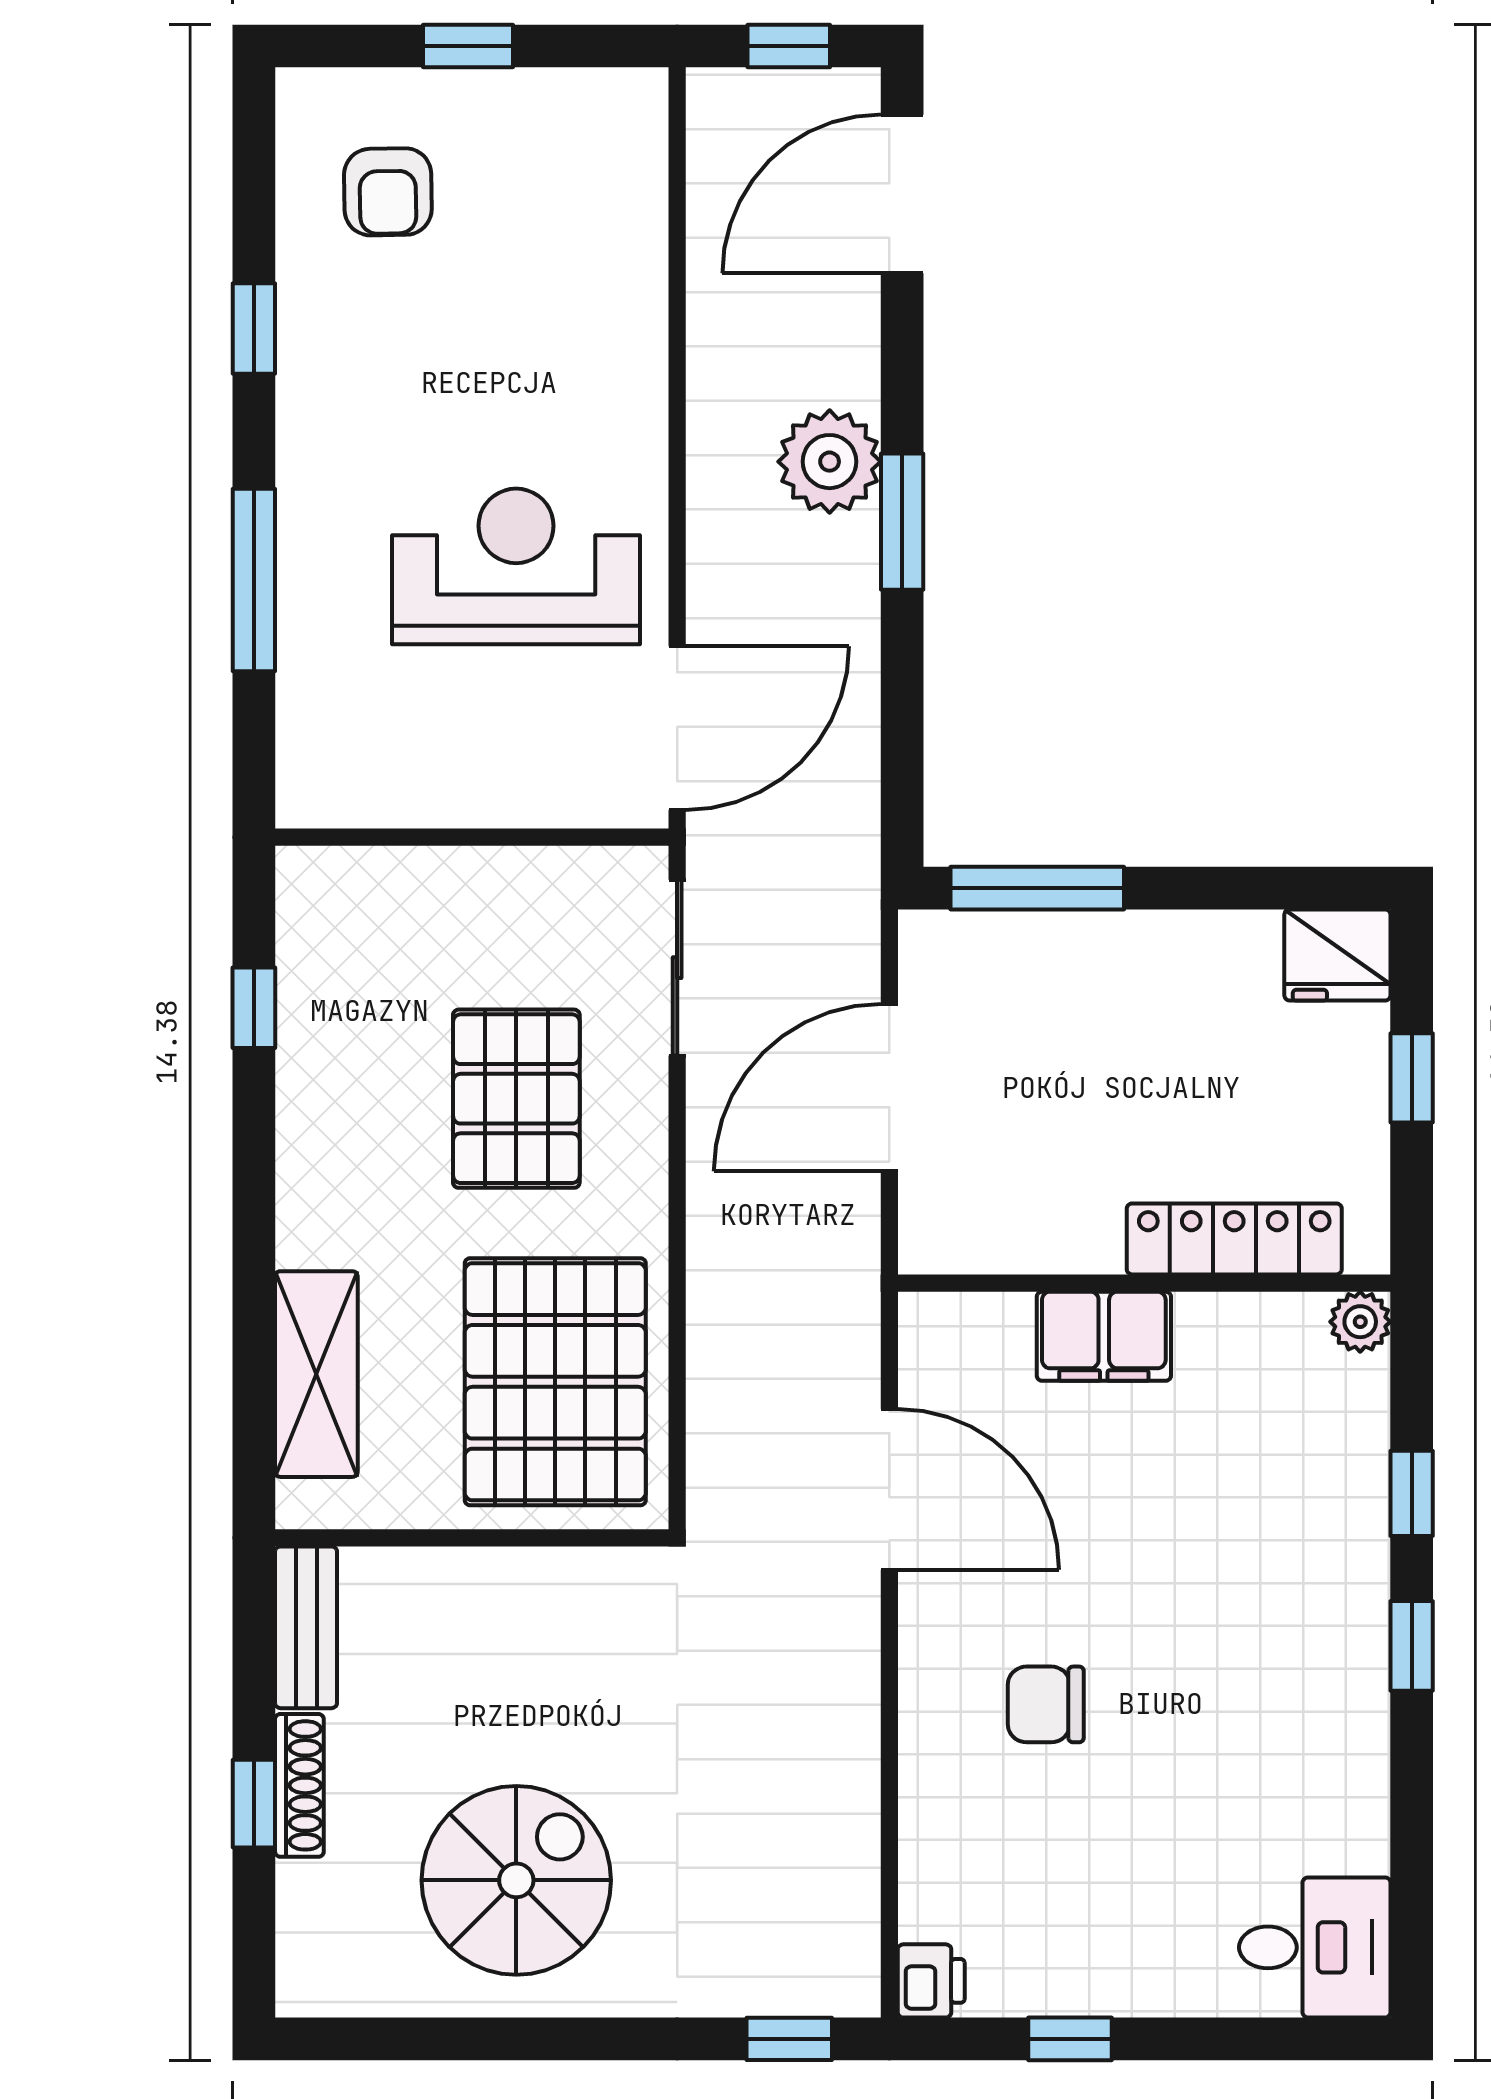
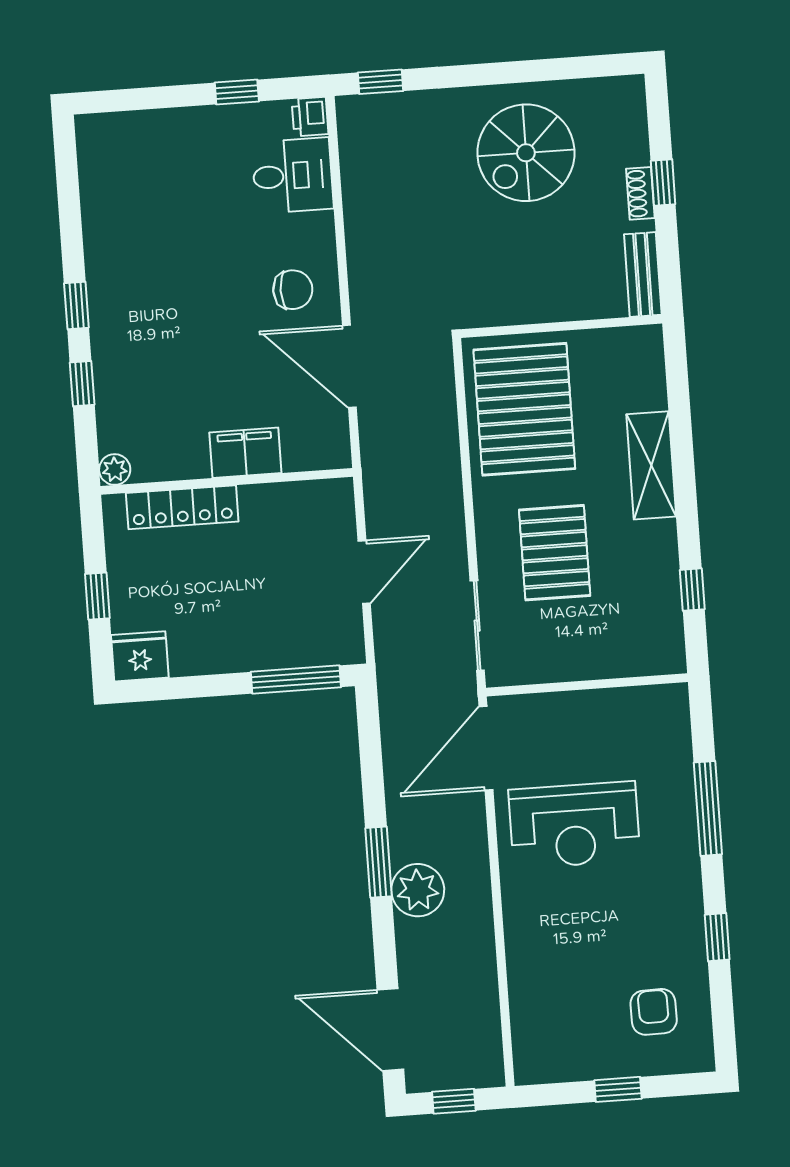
door: (902, 194) -> (390, 1030), swing flipped
door: (889, 1088) -> (364, 572), width x0.73
shelving: (316, 1374) -> (651, 465), moved
chair: (1046, 1704) -> (293, 290), moved
shoe rack: (299, 1785) -> (640, 193), width x0.70
desk: (1315, 1947) -> (292, 176), moved, turned 180

